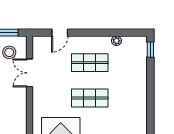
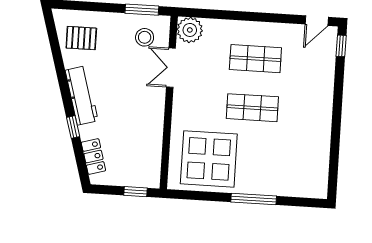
door: (60, 33) -> (317, 21), moved
plant: (116, 41) -> (190, 30), moved, width x1.88, depth x1.88

